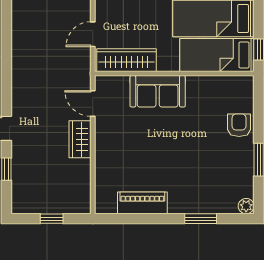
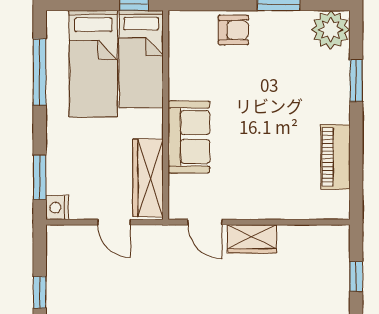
door: (93, 103) -> (205, 222), hinge flipped
armchair: (239, 125) -> (233, 30), turned 180
plant: (246, 206) -> (331, 30), width x1.88, depth x1.88

